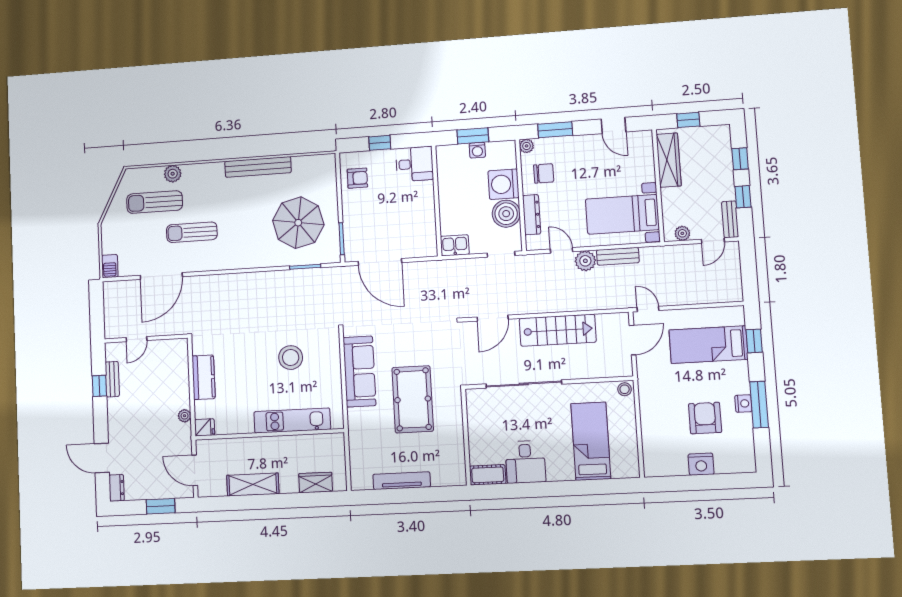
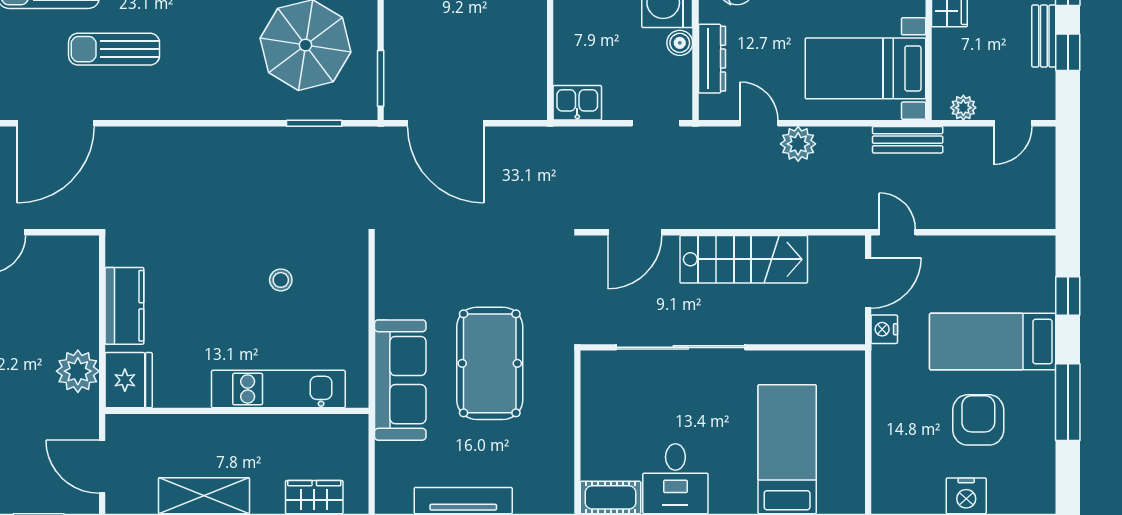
boiler: (506, 214) -> (680, 43), width x0.54, depth x0.54
bench: (730, 219) -> (1044, 36), moved
bench: (618, 256) -> (908, 140), moved
bed: (708, 345) -> (993, 342), moved
stool: (291, 357) -> (281, 280), width x0.53, depth x0.53
sofa: (359, 371) -> (400, 380), moved
stool: (625, 389) -> (849, 365), removed
nightstand: (743, 404) -> (884, 329), moved, turned 180
plant: (185, 416) -> (78, 371), width x1.87, depth x1.87
fridge: (205, 427) -> (129, 380), width x1.88, depth x1.34

